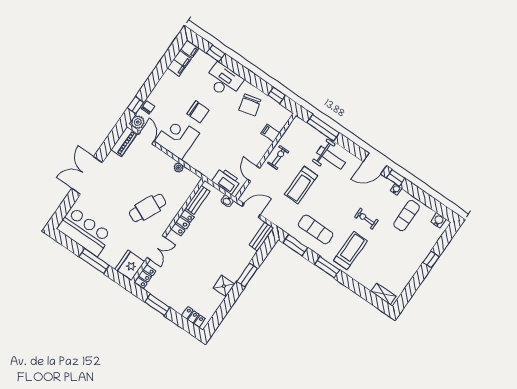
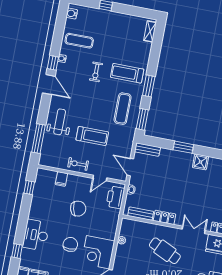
chair: (250, 105) -> (78, 209), moved

